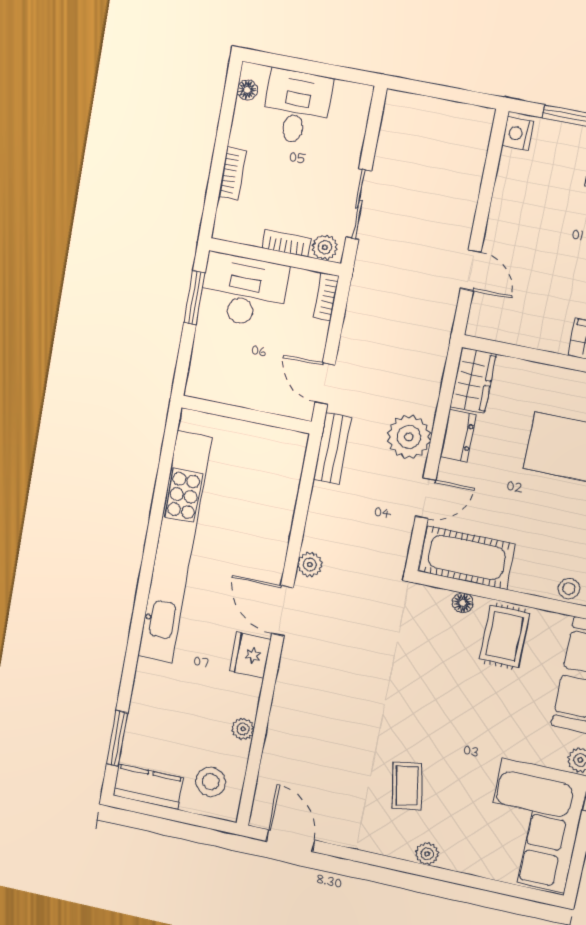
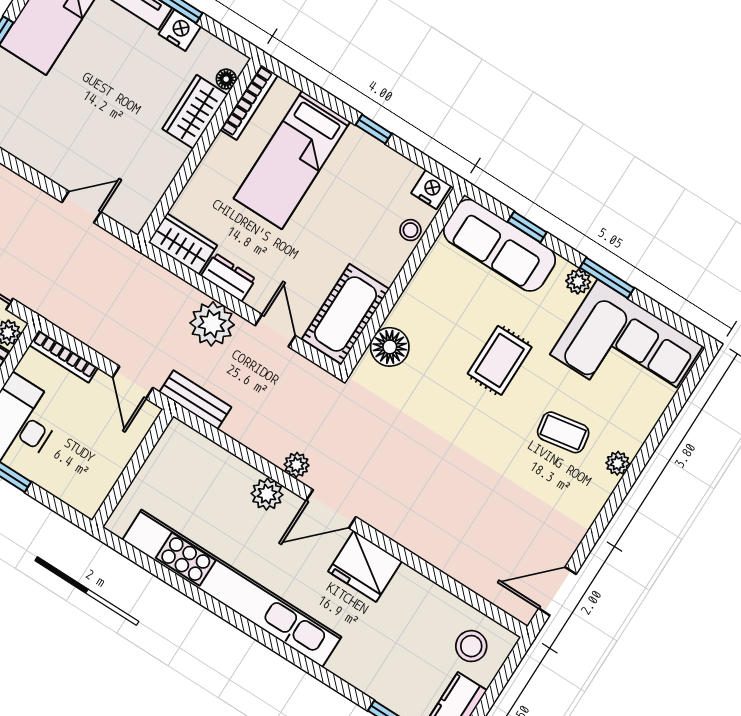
bookcase: (326, 297) -> (64, 356), width x1.56
door: (325, 384) -> (133, 382), hinge flipped
floor lamp: (463, 603) -> (390, 347), width x1.89, depth x1.89
rug: (504, 636) -> (500, 360), moved, turned 90
fridge: (250, 655) -> (365, 566), width x1.36, depth x1.34
plant: (243, 729) -> (267, 494), moved, width x1.38, depth x1.38
coffee table: (407, 786) -> (563, 432), moved

